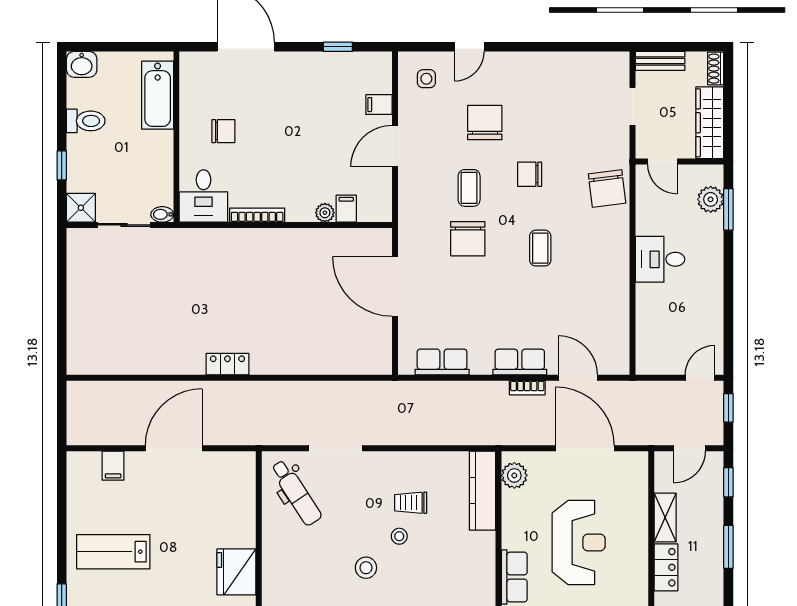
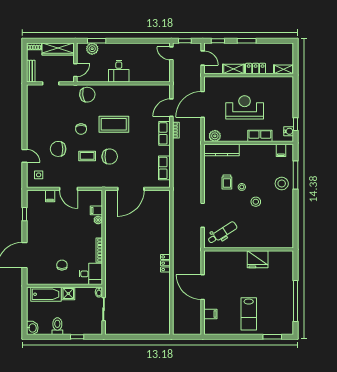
shower: (81, 208) -> (68, 294), moved
coffee table: (540, 248) -> (114, 124), width x1.86, depth x1.72

